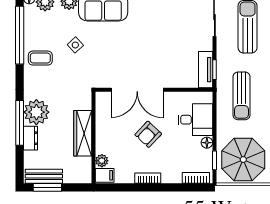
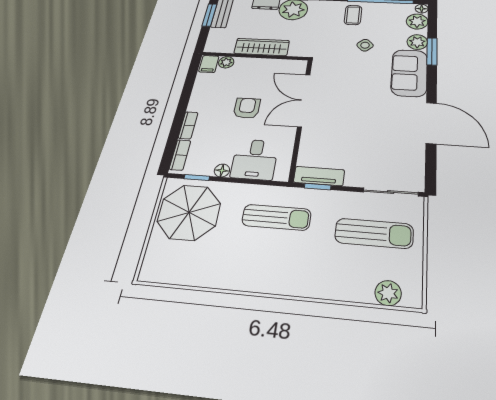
sun lounger: (242, 96) -> (276, 217), turned 180
armchair: (148, 134) -> (247, 108), turned 47
bookcase: (148, 178) -> (188, 125), moved

